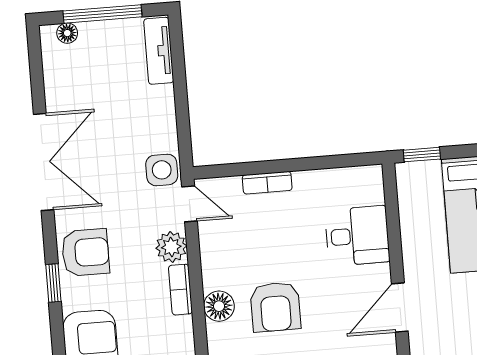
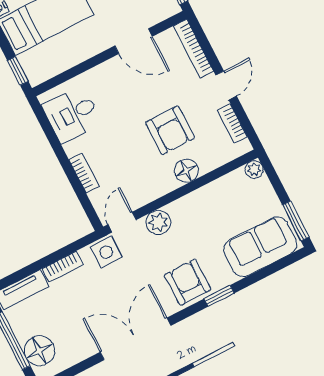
floor lamp: (67, 33) -> (40, 351), width x1.89, depth x1.89
desk: (357, 236) -> (72, 114), moved, turned -90
bookcase: (180, 290) -> (63, 267), moved
armchair: (275, 307) -> (170, 130), turned 90

